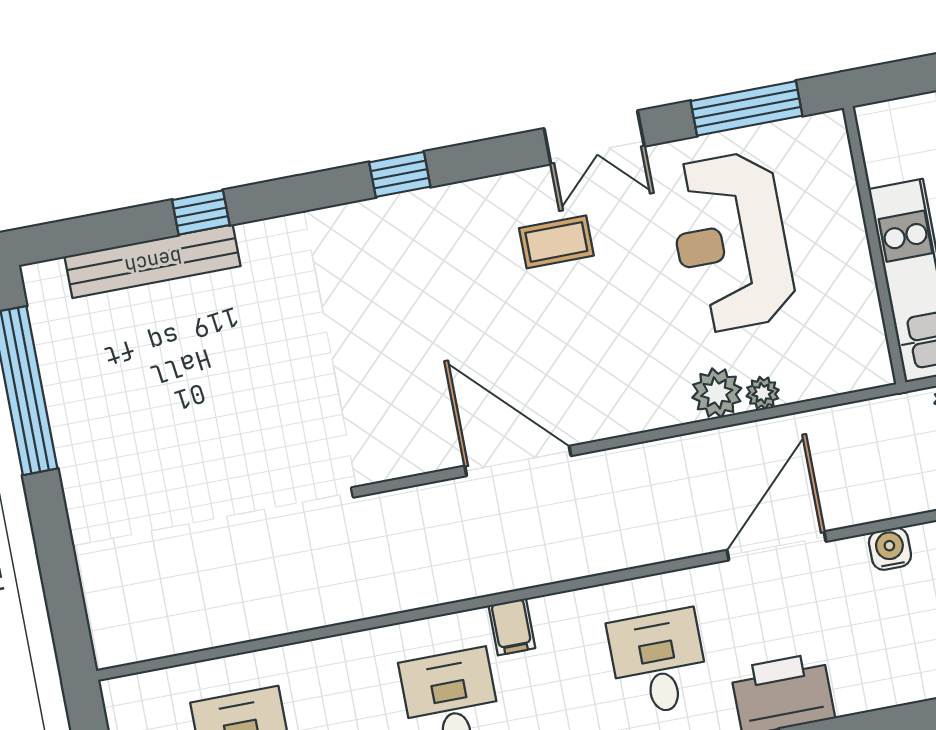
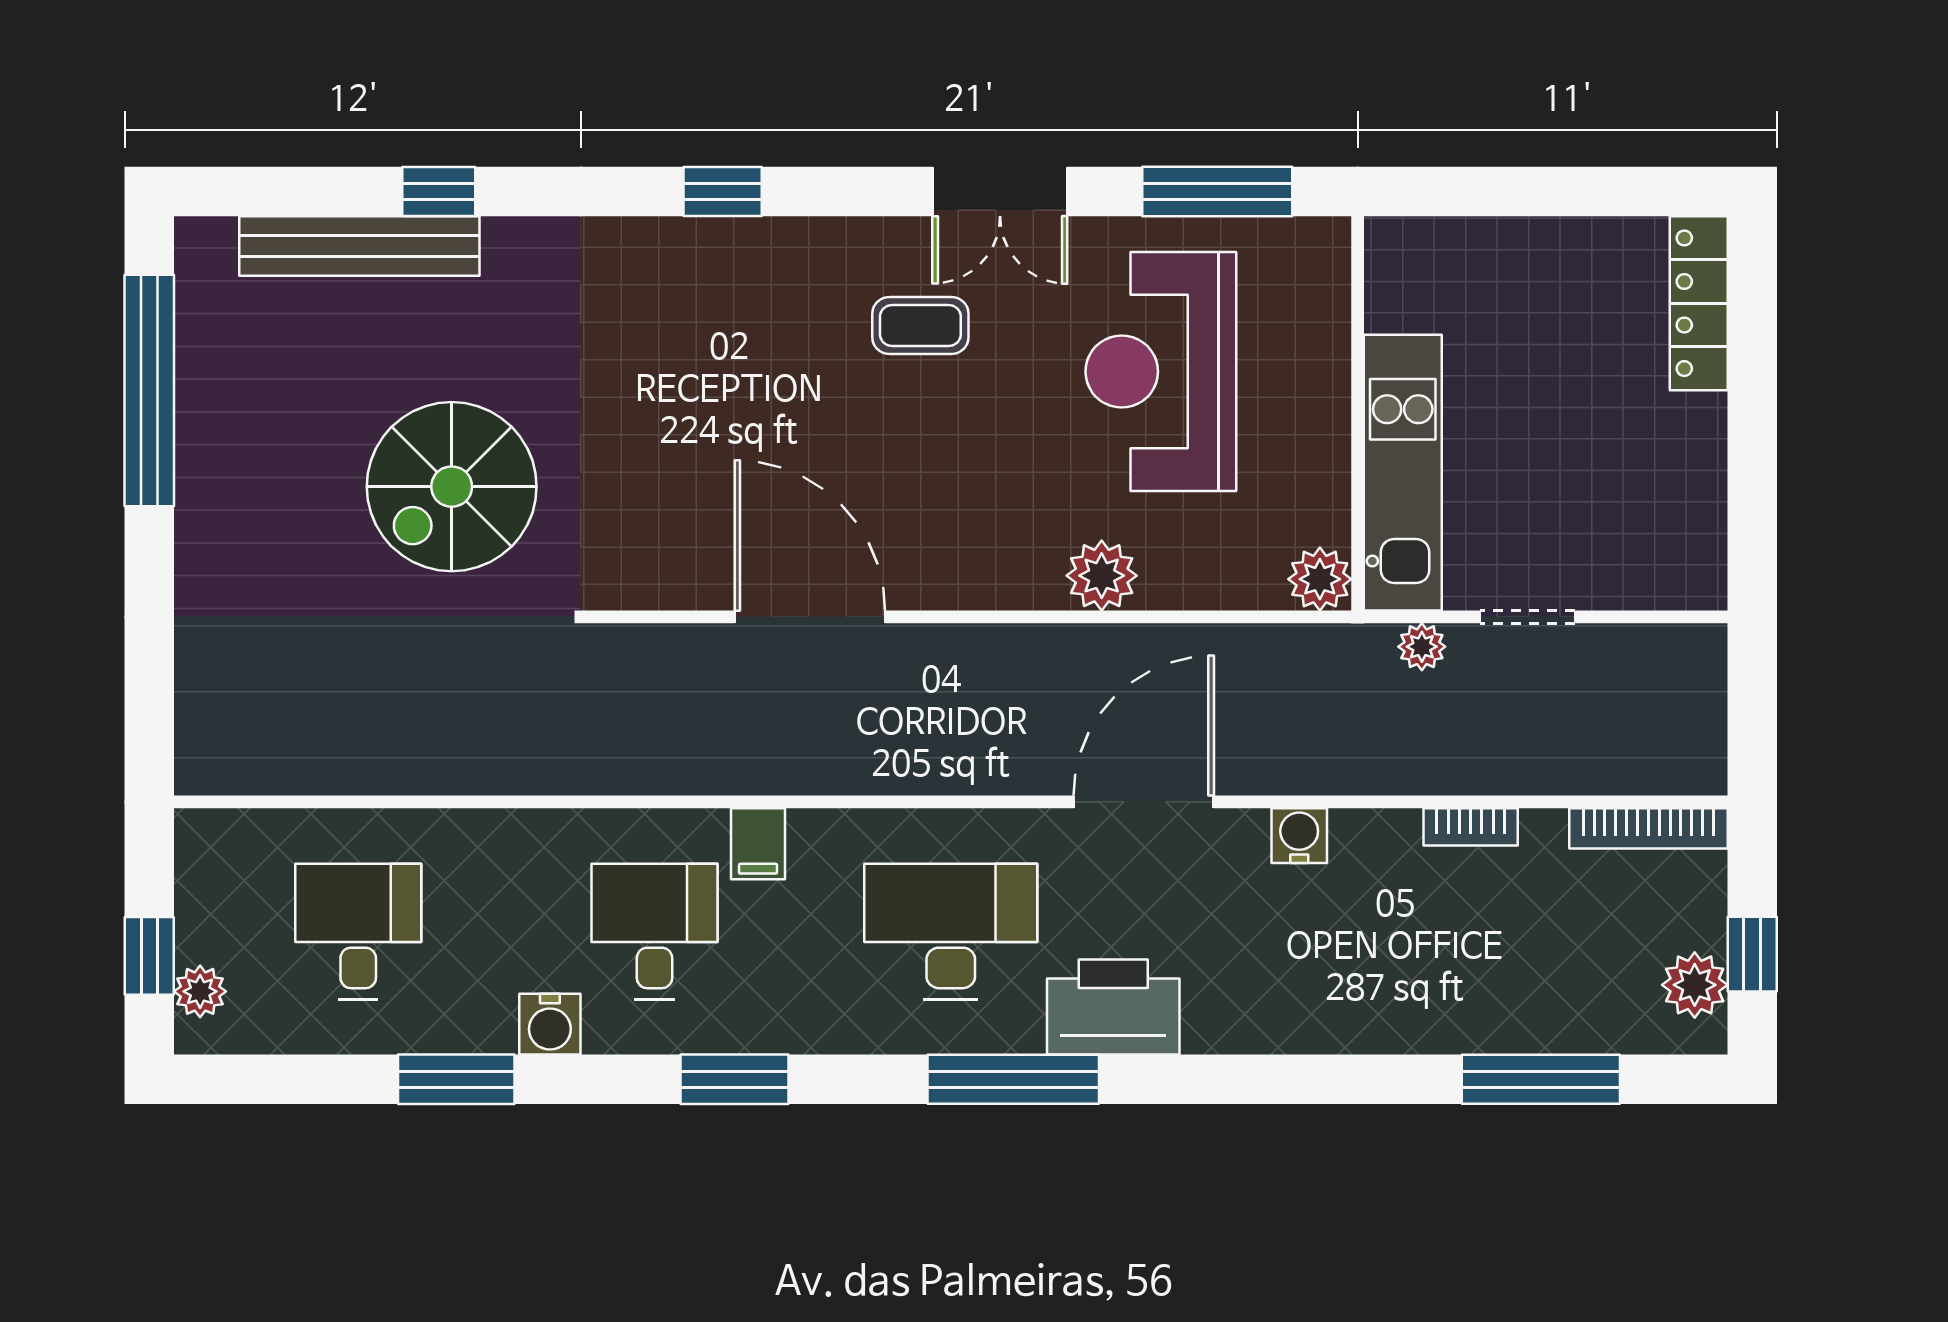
plant: (763, 393) -> (1320, 579), moved, width x1.38, depth x1.38
spiral stairs: (249, 417) -> (452, 487), added
desk: (659, 662) -> (951, 931), width x1.37

